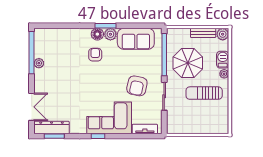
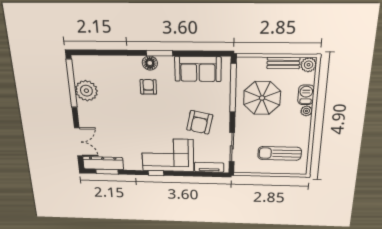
plant: (110, 34) -> (166, 63), removed
plant: (39, 63) -> (86, 91), width x1.88, depth x1.88
sun lounger: (204, 93) -> (280, 153), moved
sliding door: (164, 96) -> (232, 147), moved

